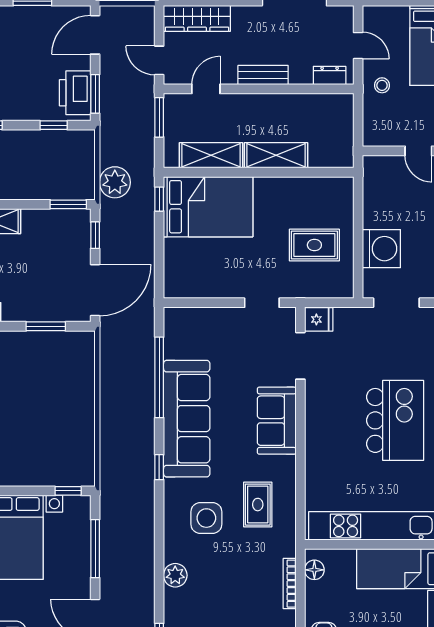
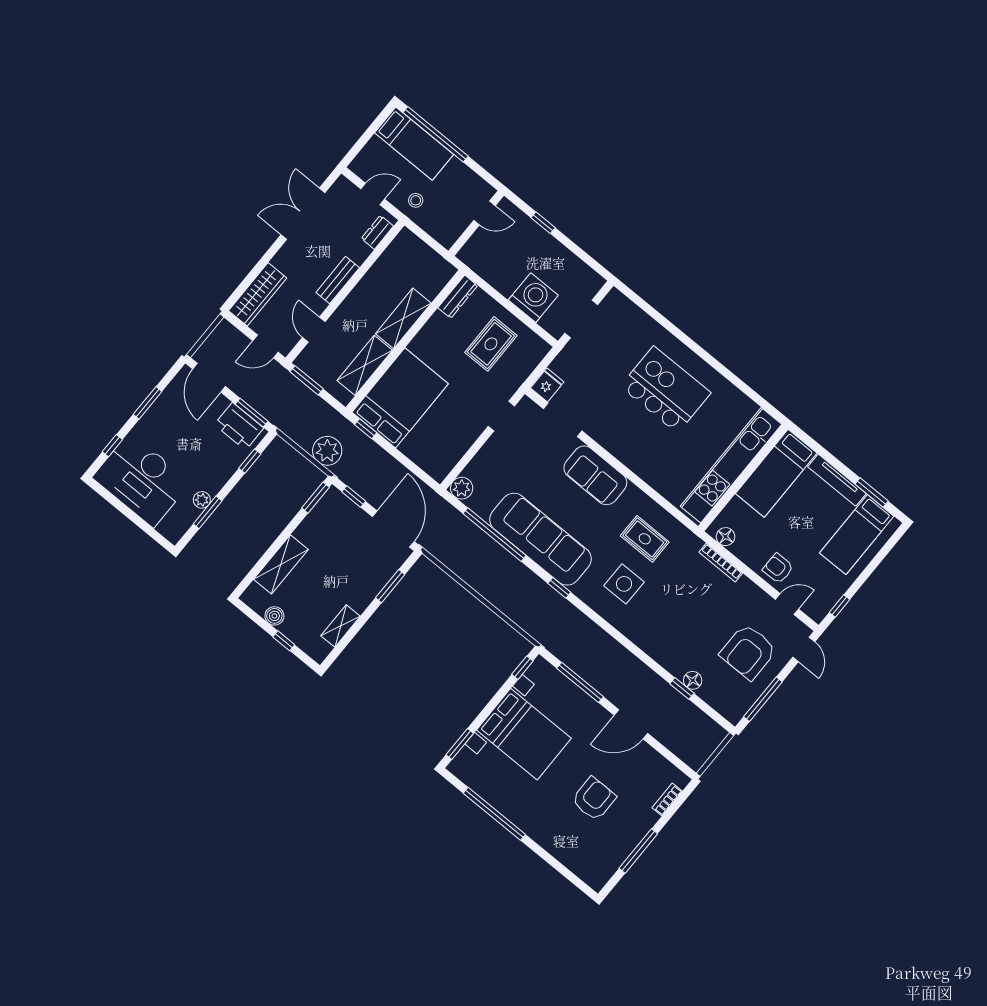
dresser: (331, 186) -> (458, 297), added
plant: (175, 575) -> (462, 488), moved

